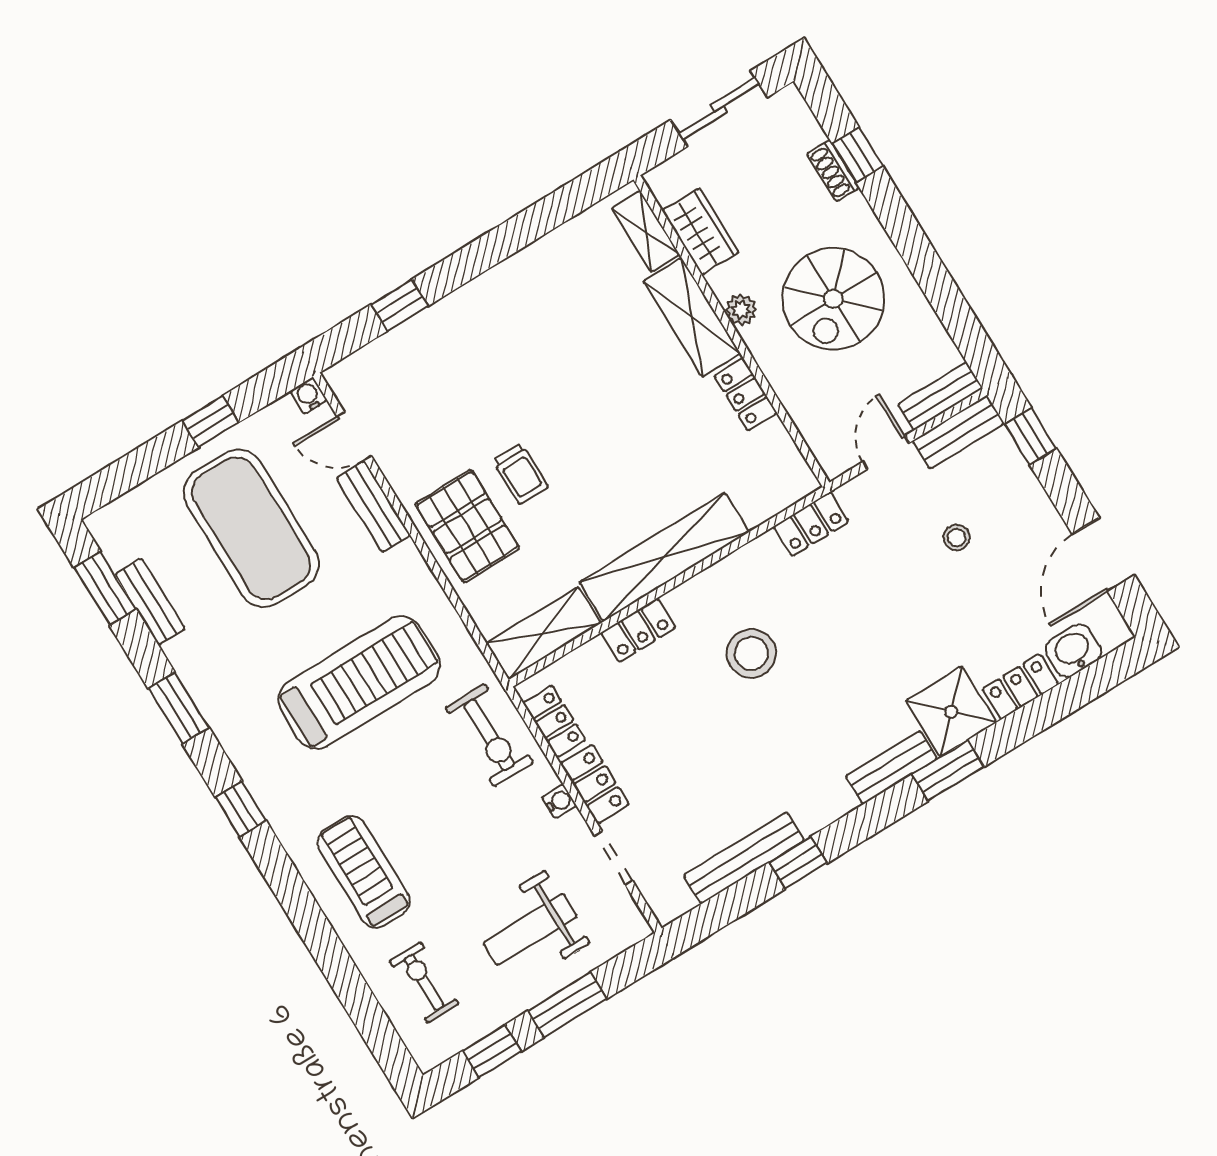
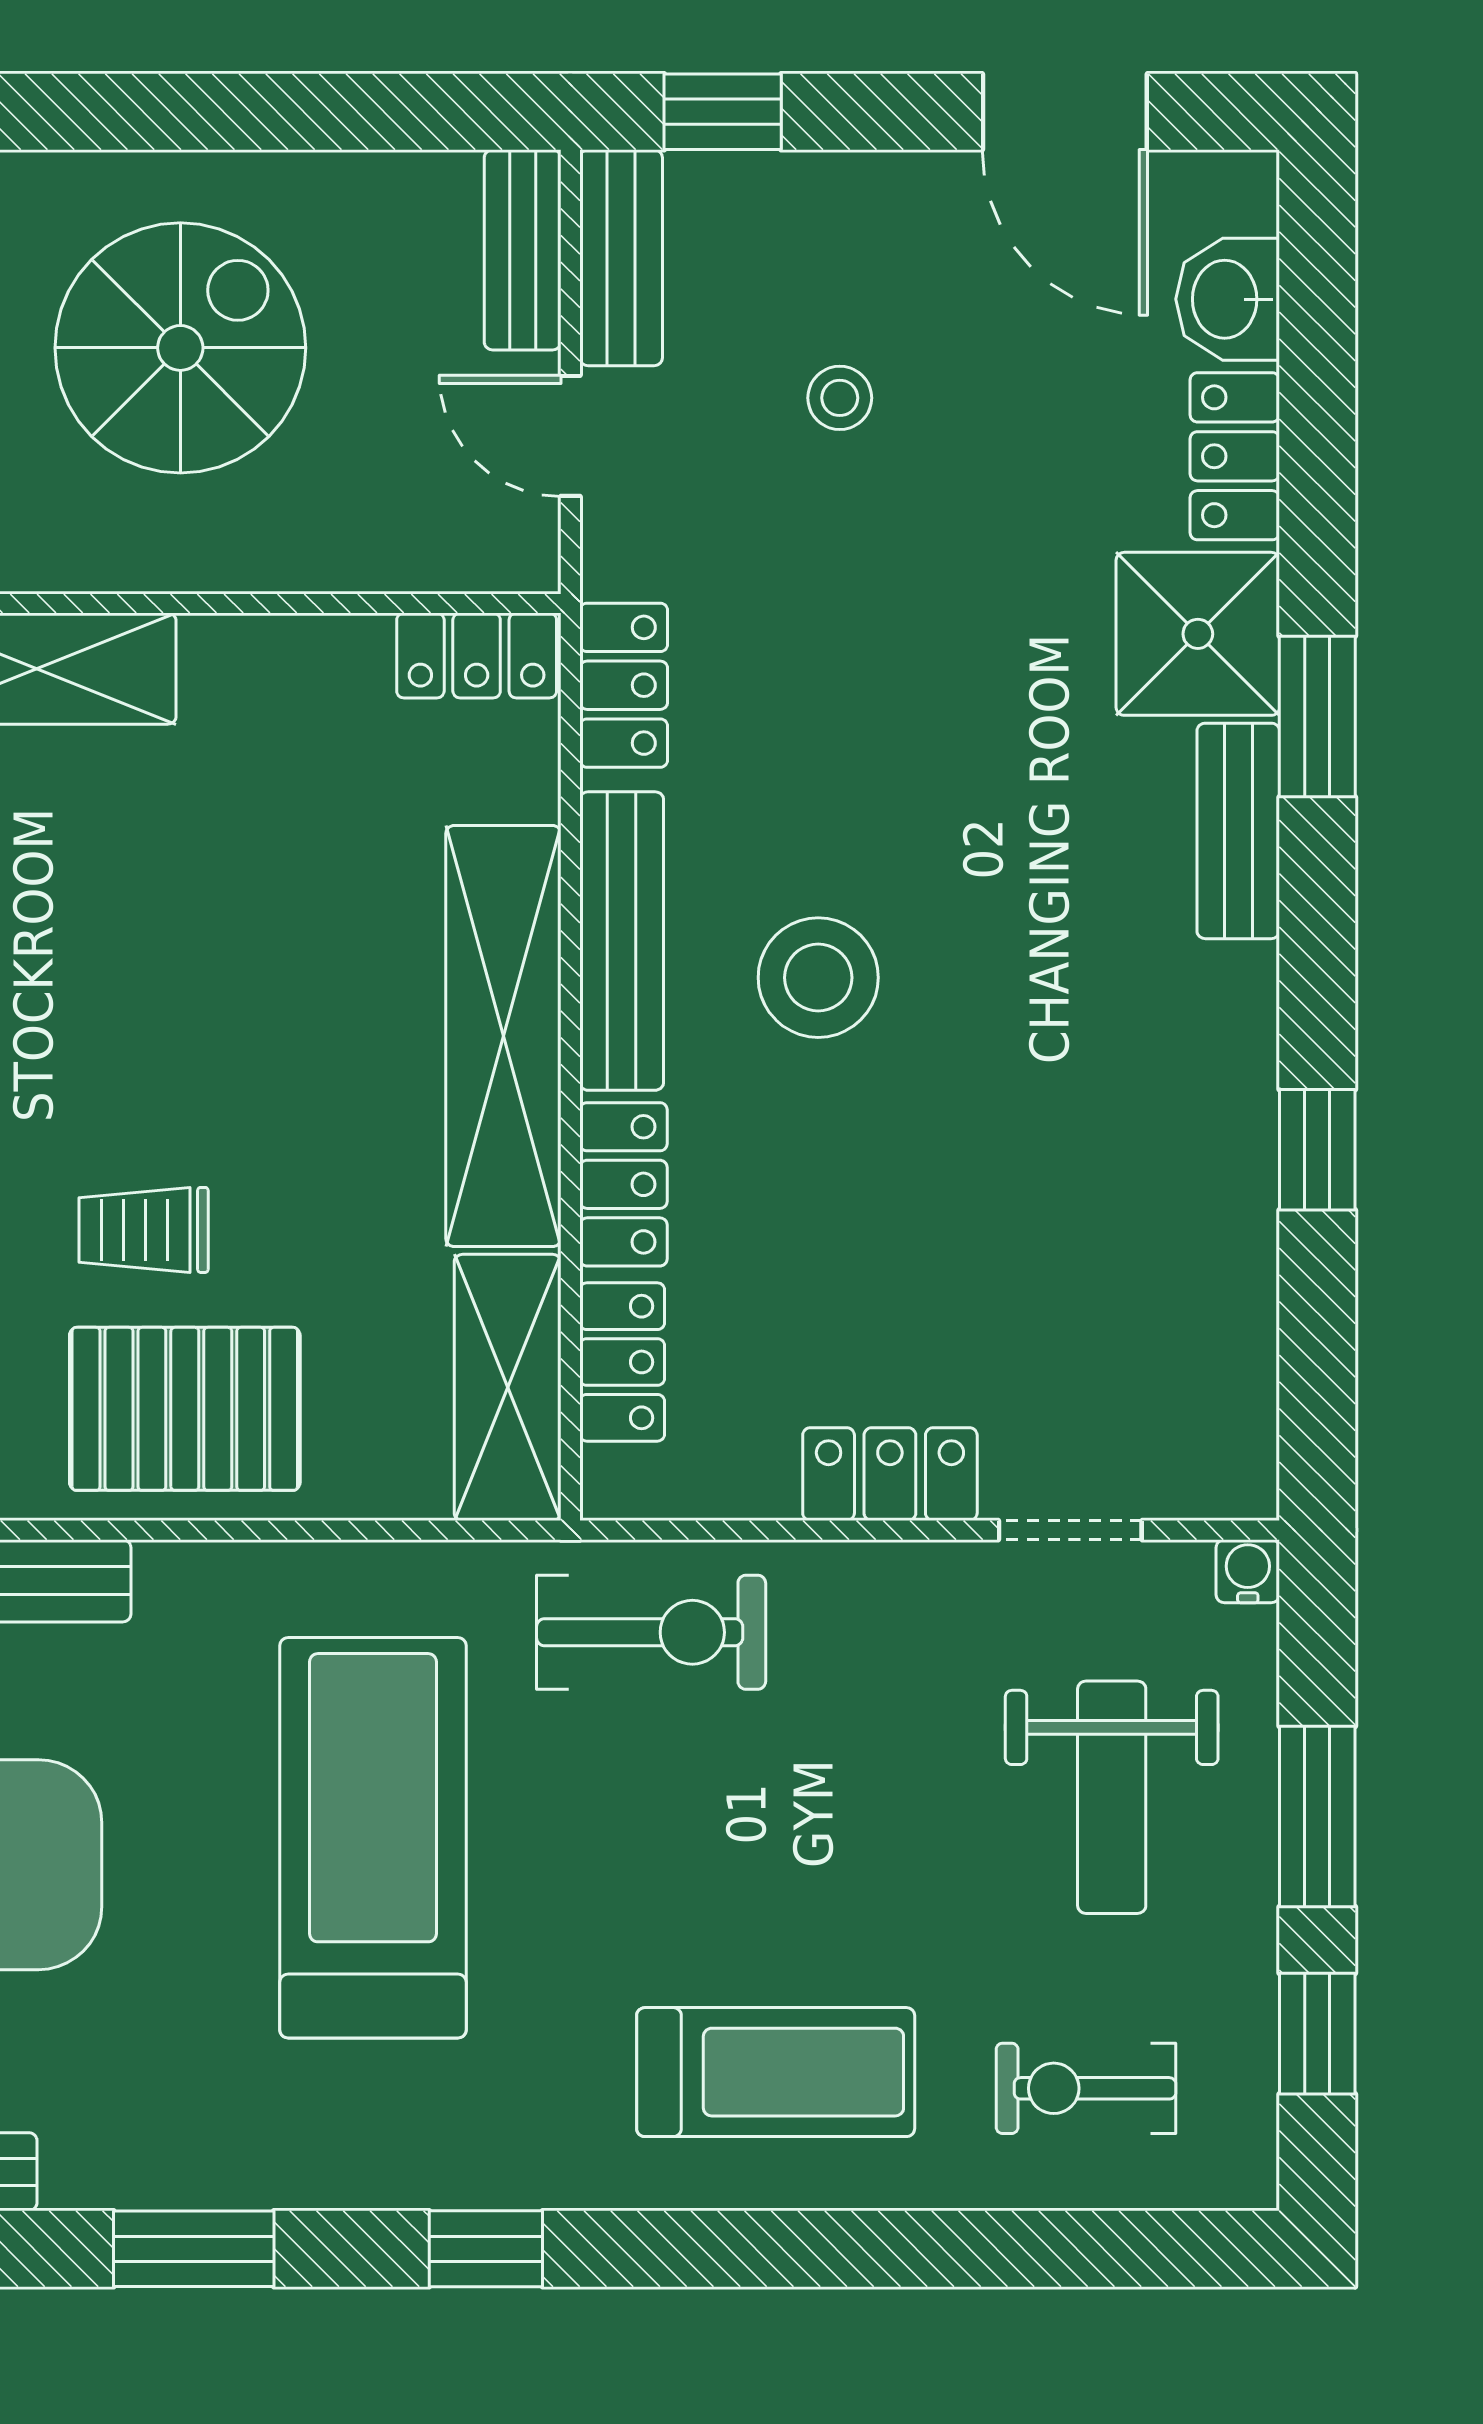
spiral stairs: (833, 299) -> (180, 348), turned -90
plant: (741, 310) -> (85, 555), removed
locker: (746, 394) -> (477, 655), moved
trolley: (520, 474) -> (144, 1230), turned 180
locker: (554, 721) -> (622, 1362), moved, turned 90
water cooler: (559, 801) -> (1248, 1571), moved
bench: (744, 858) -> (622, 941), moved
treadmill: (364, 872) -> (776, 2072), turned 180

